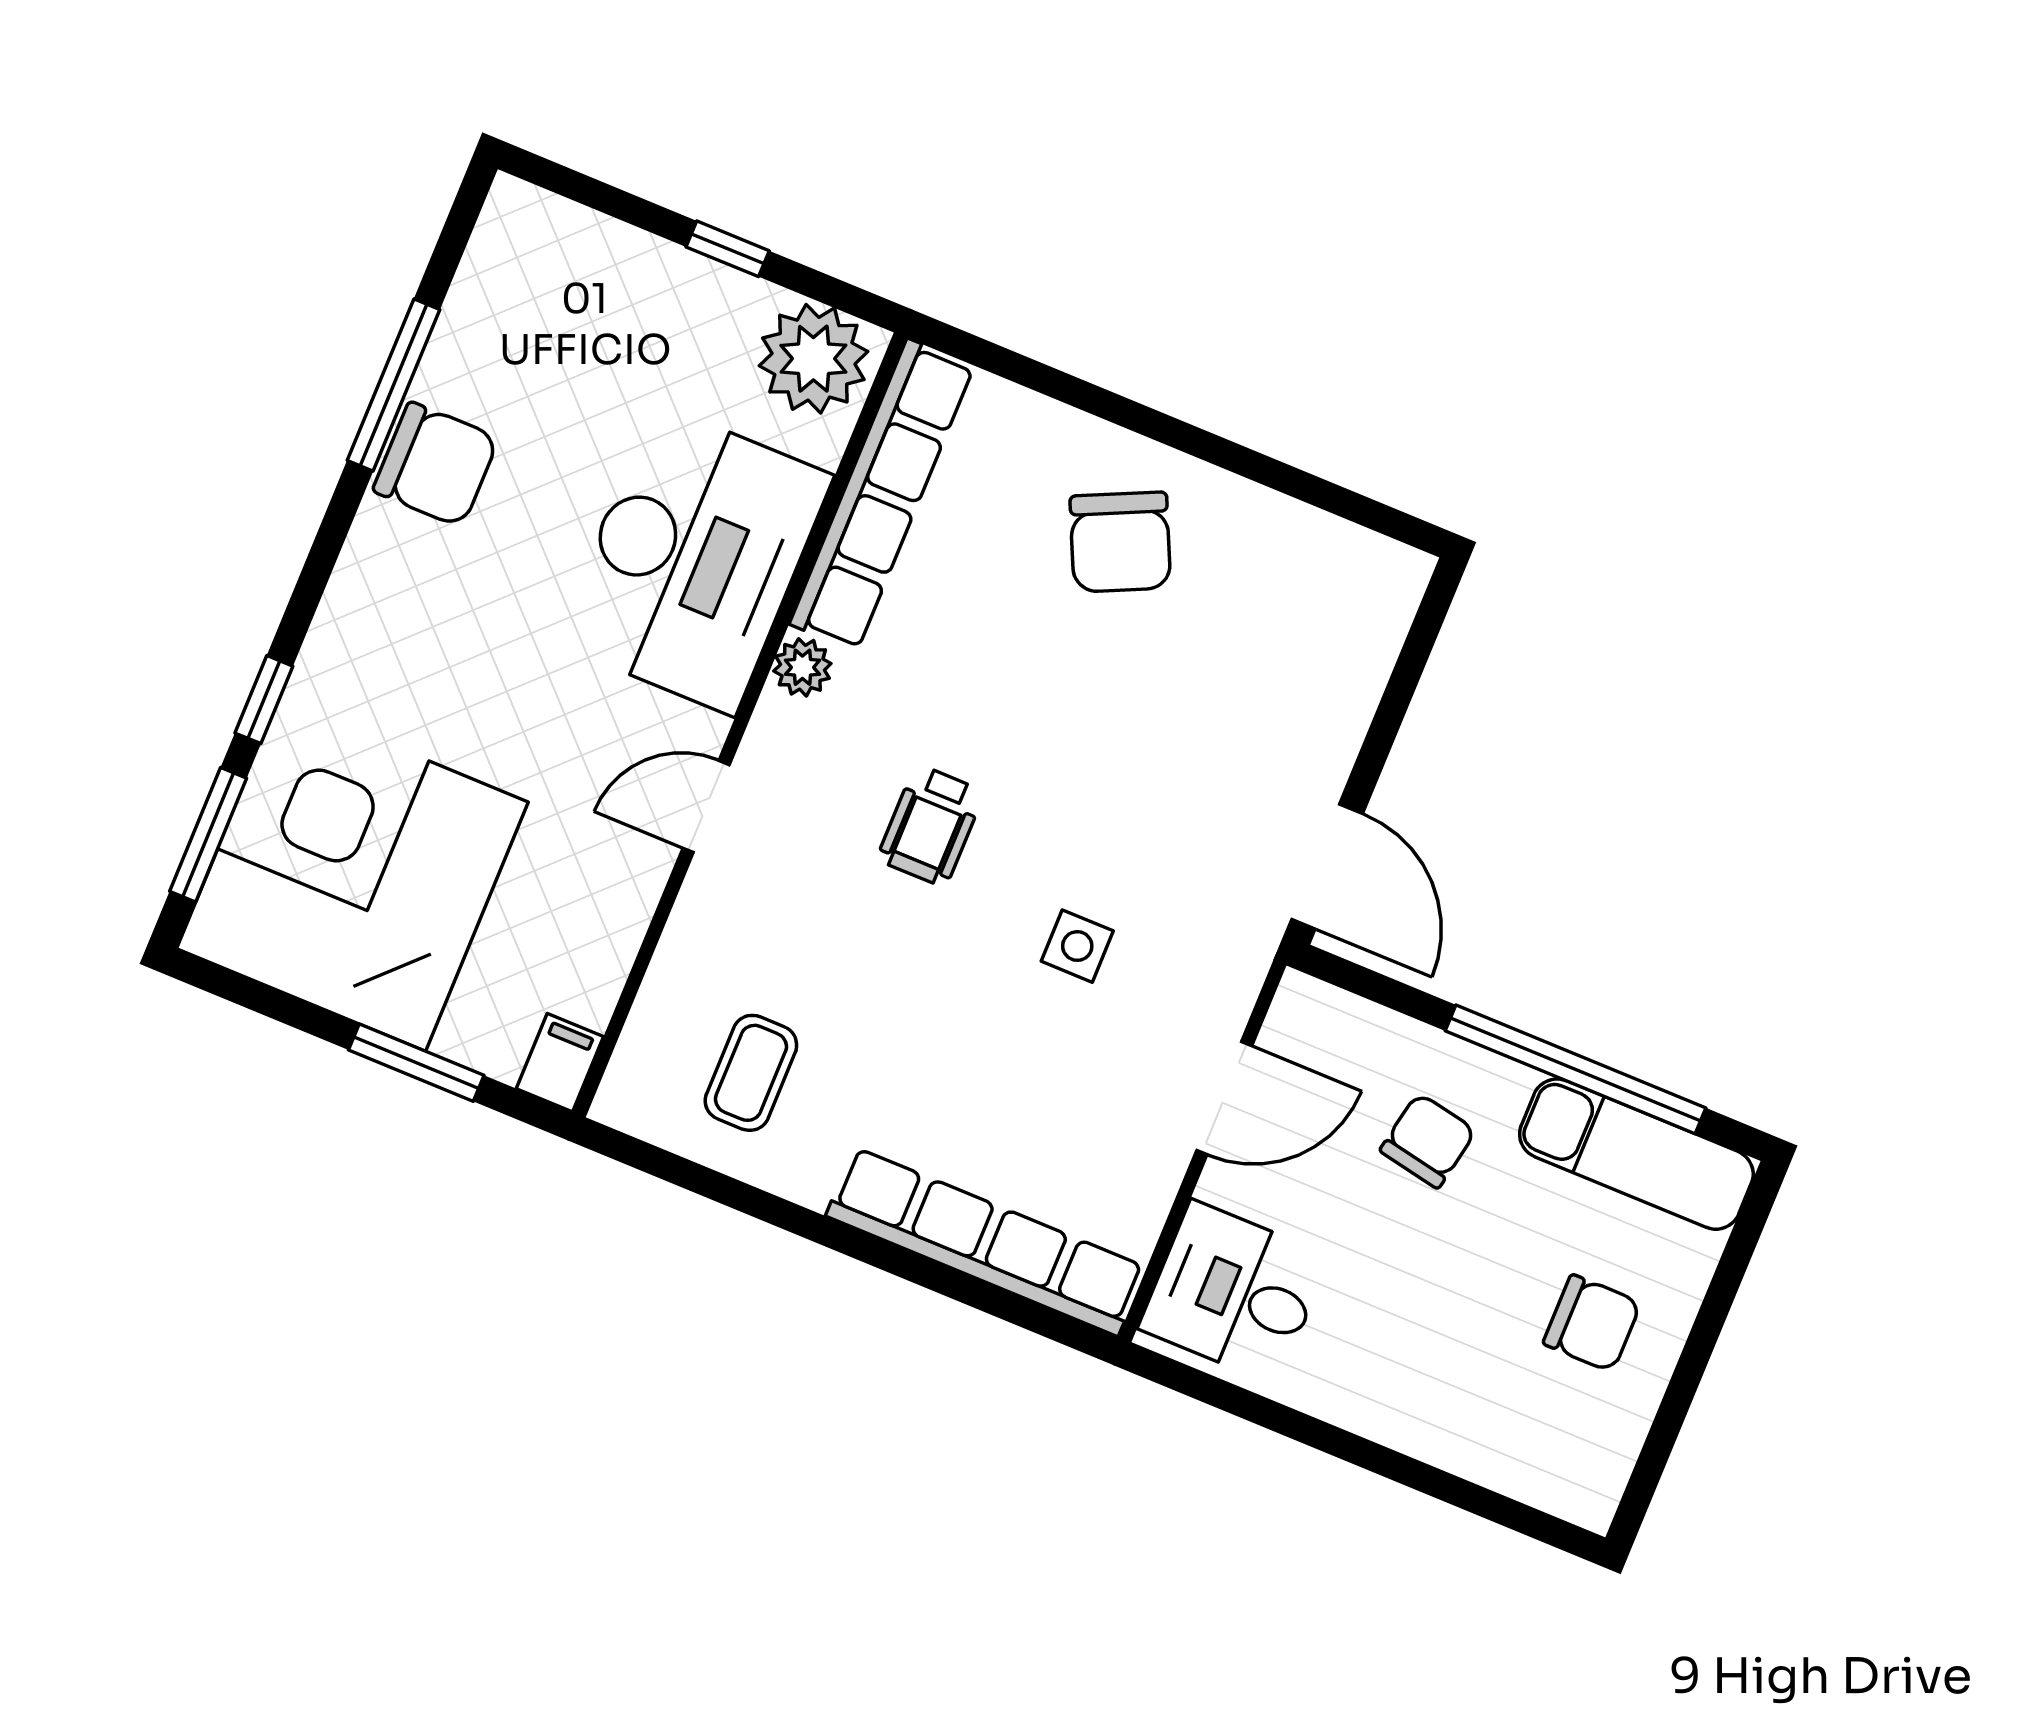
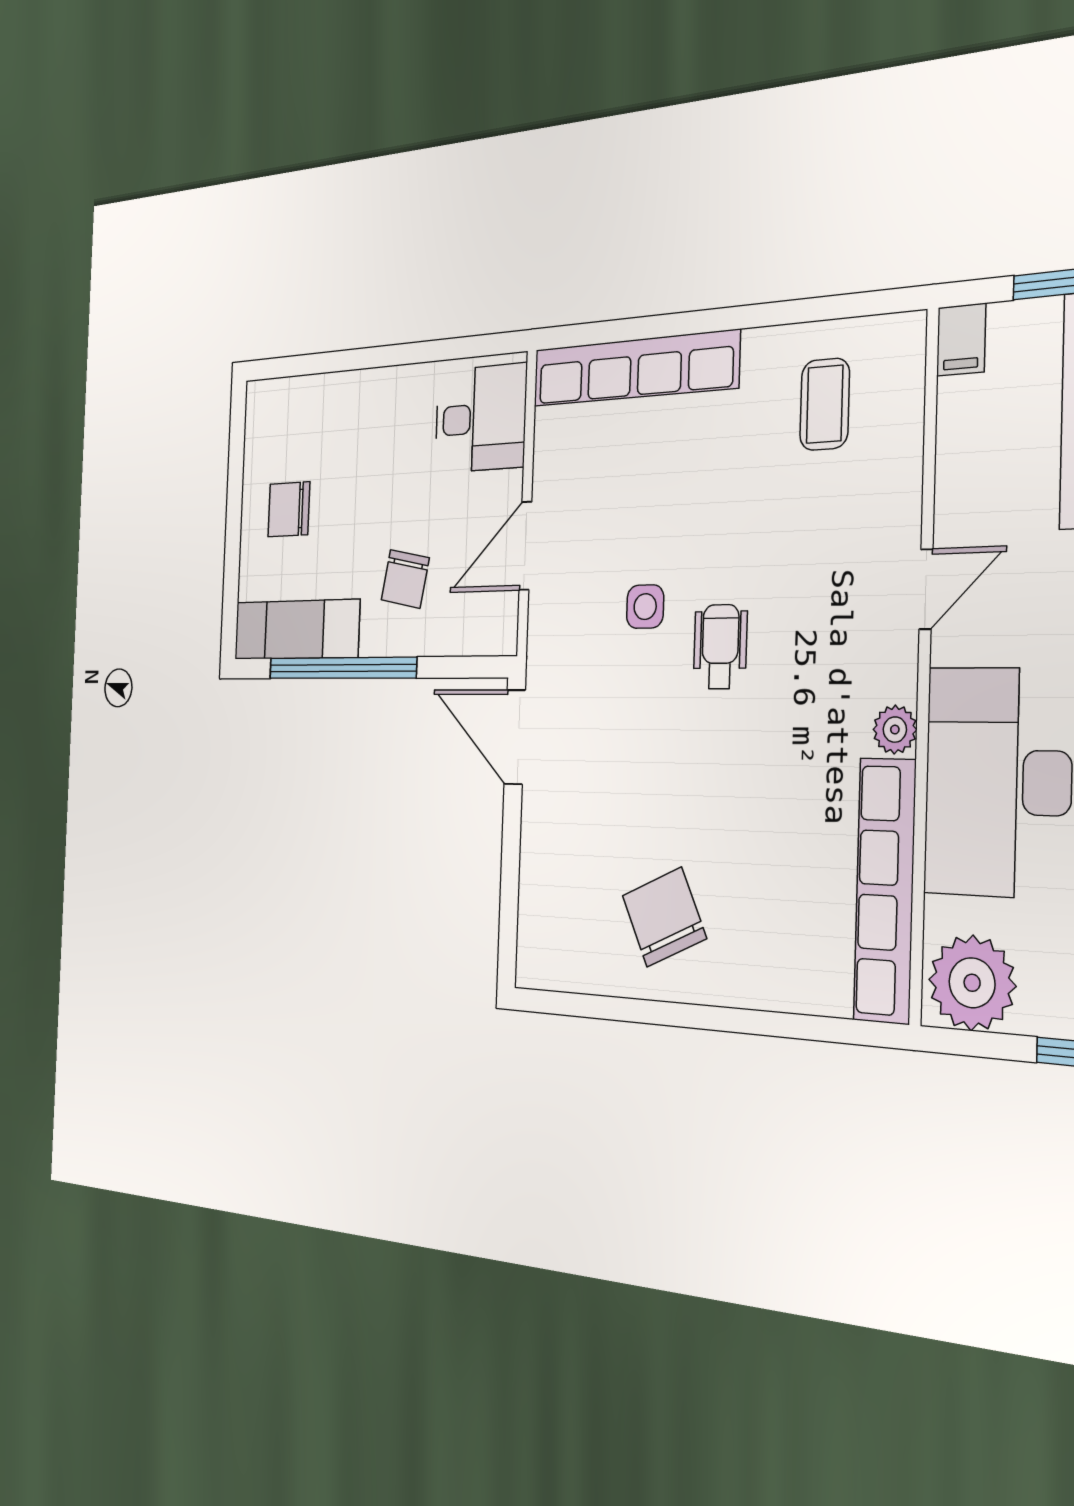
chair: (1120, 542) -> (664, 917), moved
wheelchair: (931, 826) -> (720, 647), moved

